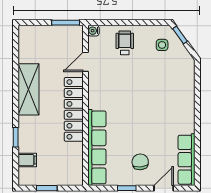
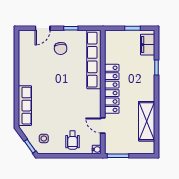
door: (85, 62) -> (103, 125), swing flipped
shelving: (28, 89) -> (147, 121), moved
filing cabinet: (27, 160) -> (148, 45), width x2.00
row of seats: (187, 160) -> (25, 106), moved

